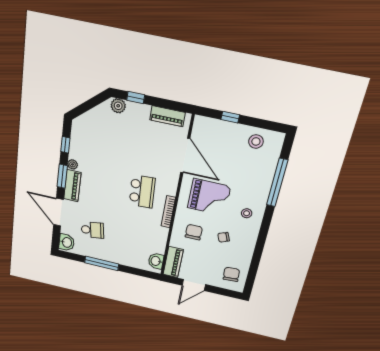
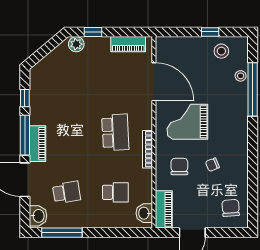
window: (230, 117) -> (210, 32), moved
plant: (73, 164) -> (35, 119), removed
window: (62, 176) -> (25, 135), width x1.44
grand piano: (209, 197) -> (187, 122), turned 180
stool: (247, 213) -> (241, 76), moved
school desk: (134, 240) -> (115, 192), added
window: (102, 263) -> (62, 233), moved

